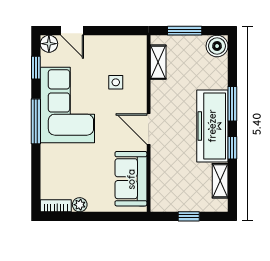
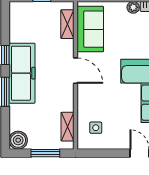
side table: (116, 82) -> (96, 128), moved
shelving: (220, 181) -> (67, 24), moved

